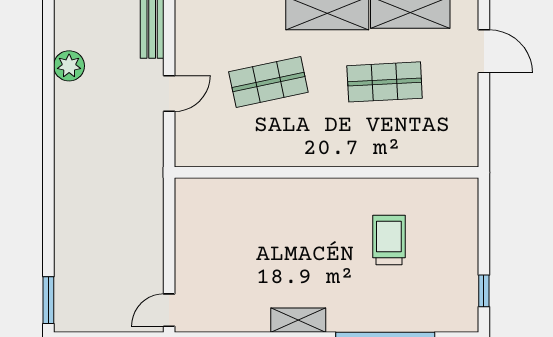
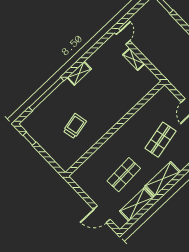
trolley: (389, 240) -> (75, 126), turned -102
shelving: (186, 257) -> (134, 59), added

